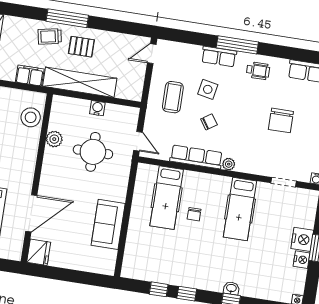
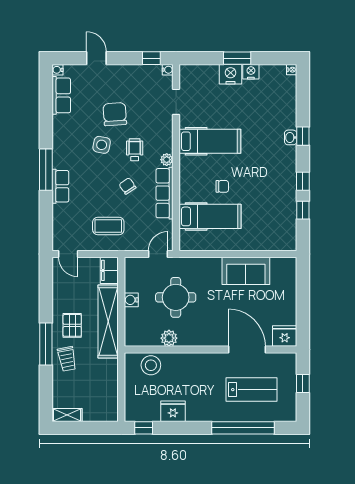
wheelchair: (258, 71) -> (135, 150), moved
filing cabinet: (30, 76) -> (109, 270), moved
side table: (208, 89) -> (102, 145), moved
chair: (281, 120) -> (115, 114), turned -94

